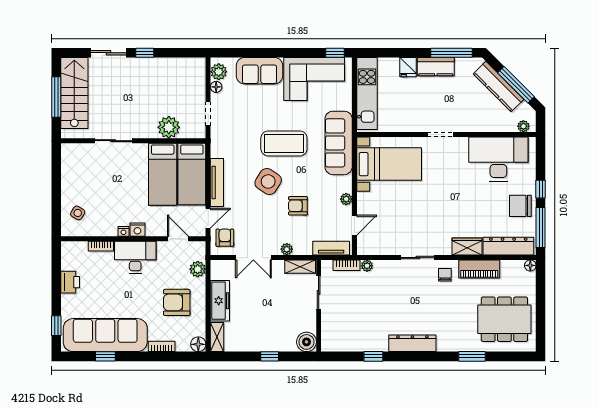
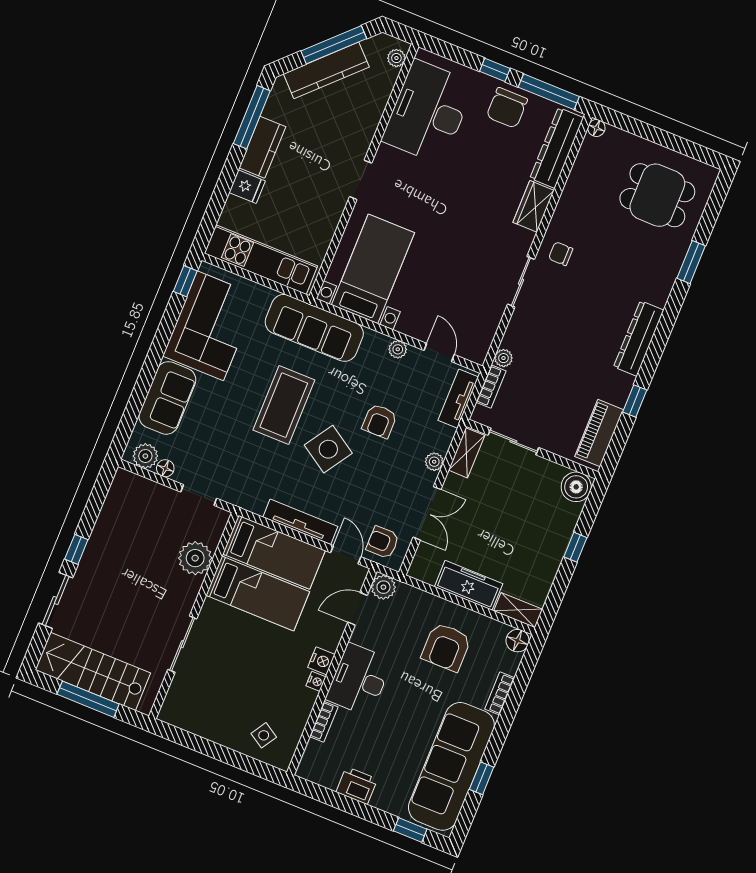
plant: (198, 269) -> (383, 587), moved
piano: (479, 269) -> (599, 433), moved, turned 180
dining table: (504, 319) -> (657, 195), width x0.73

